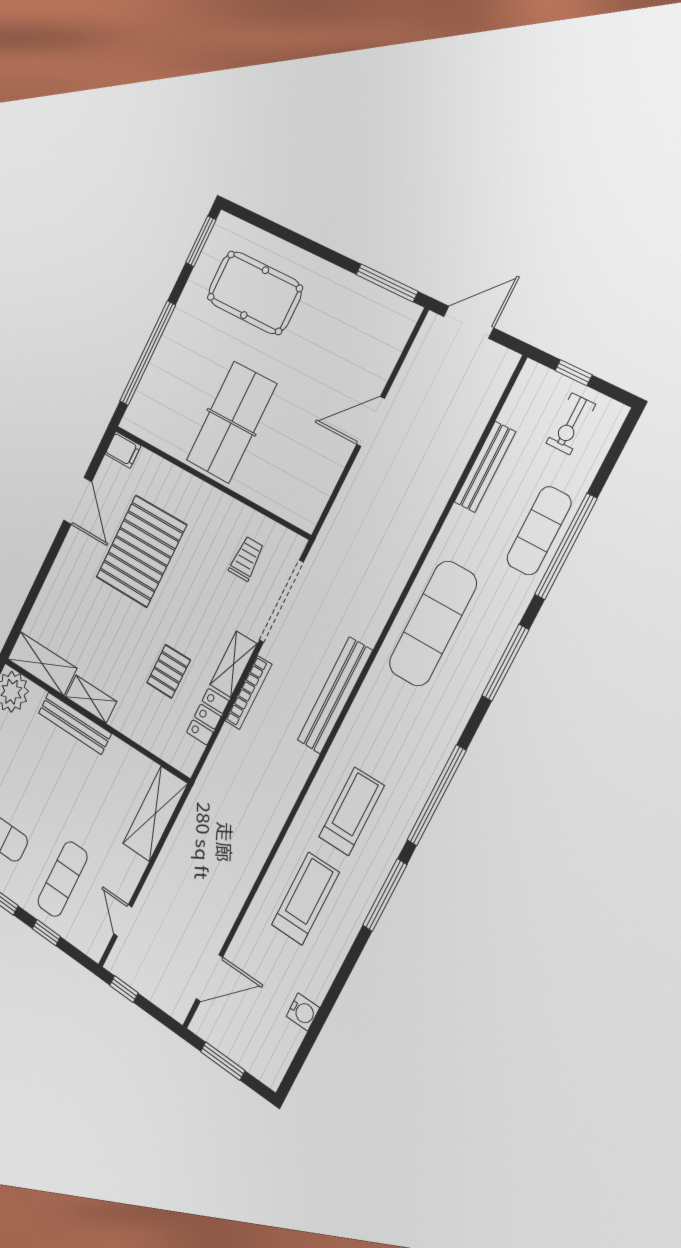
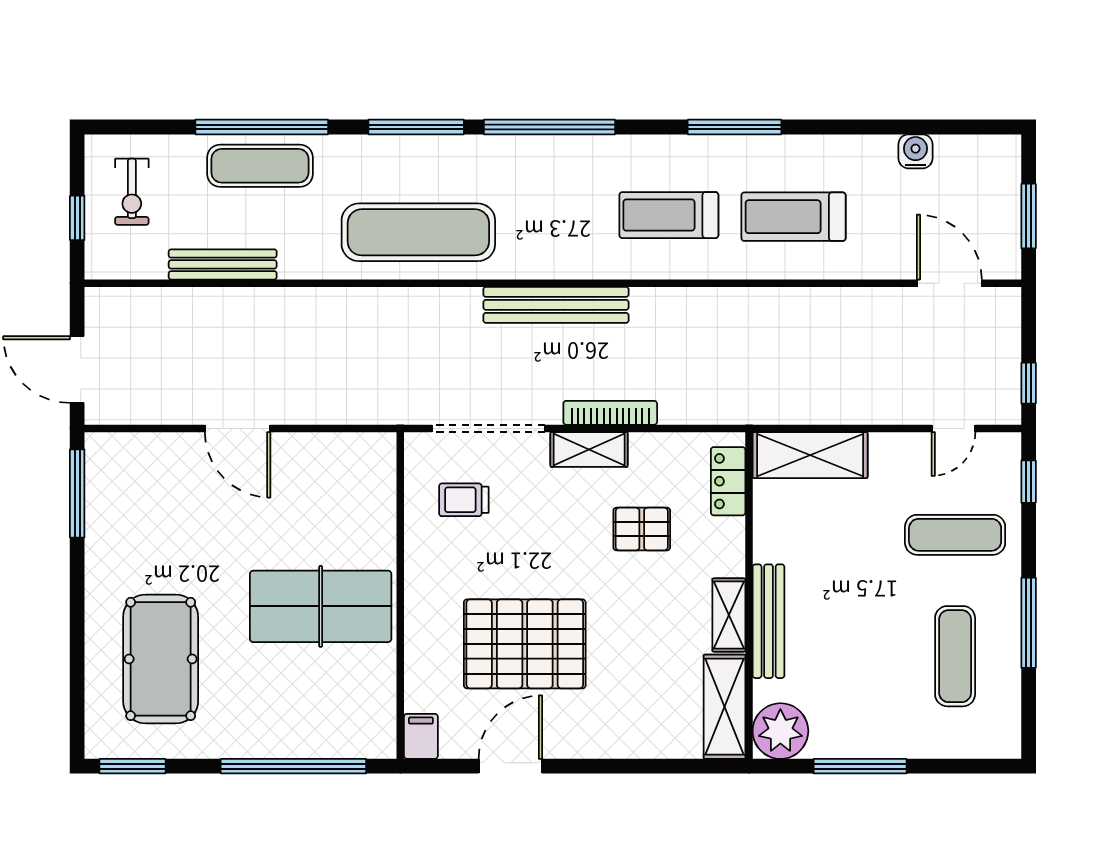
exercise bike: (571, 424) -> (132, 192), turned 90
locker: (208, 717) -> (728, 481), moved, turned 90
window: (437, 795) -> (549, 127), moved
window: (46, 933) -> (1029, 482), moved

